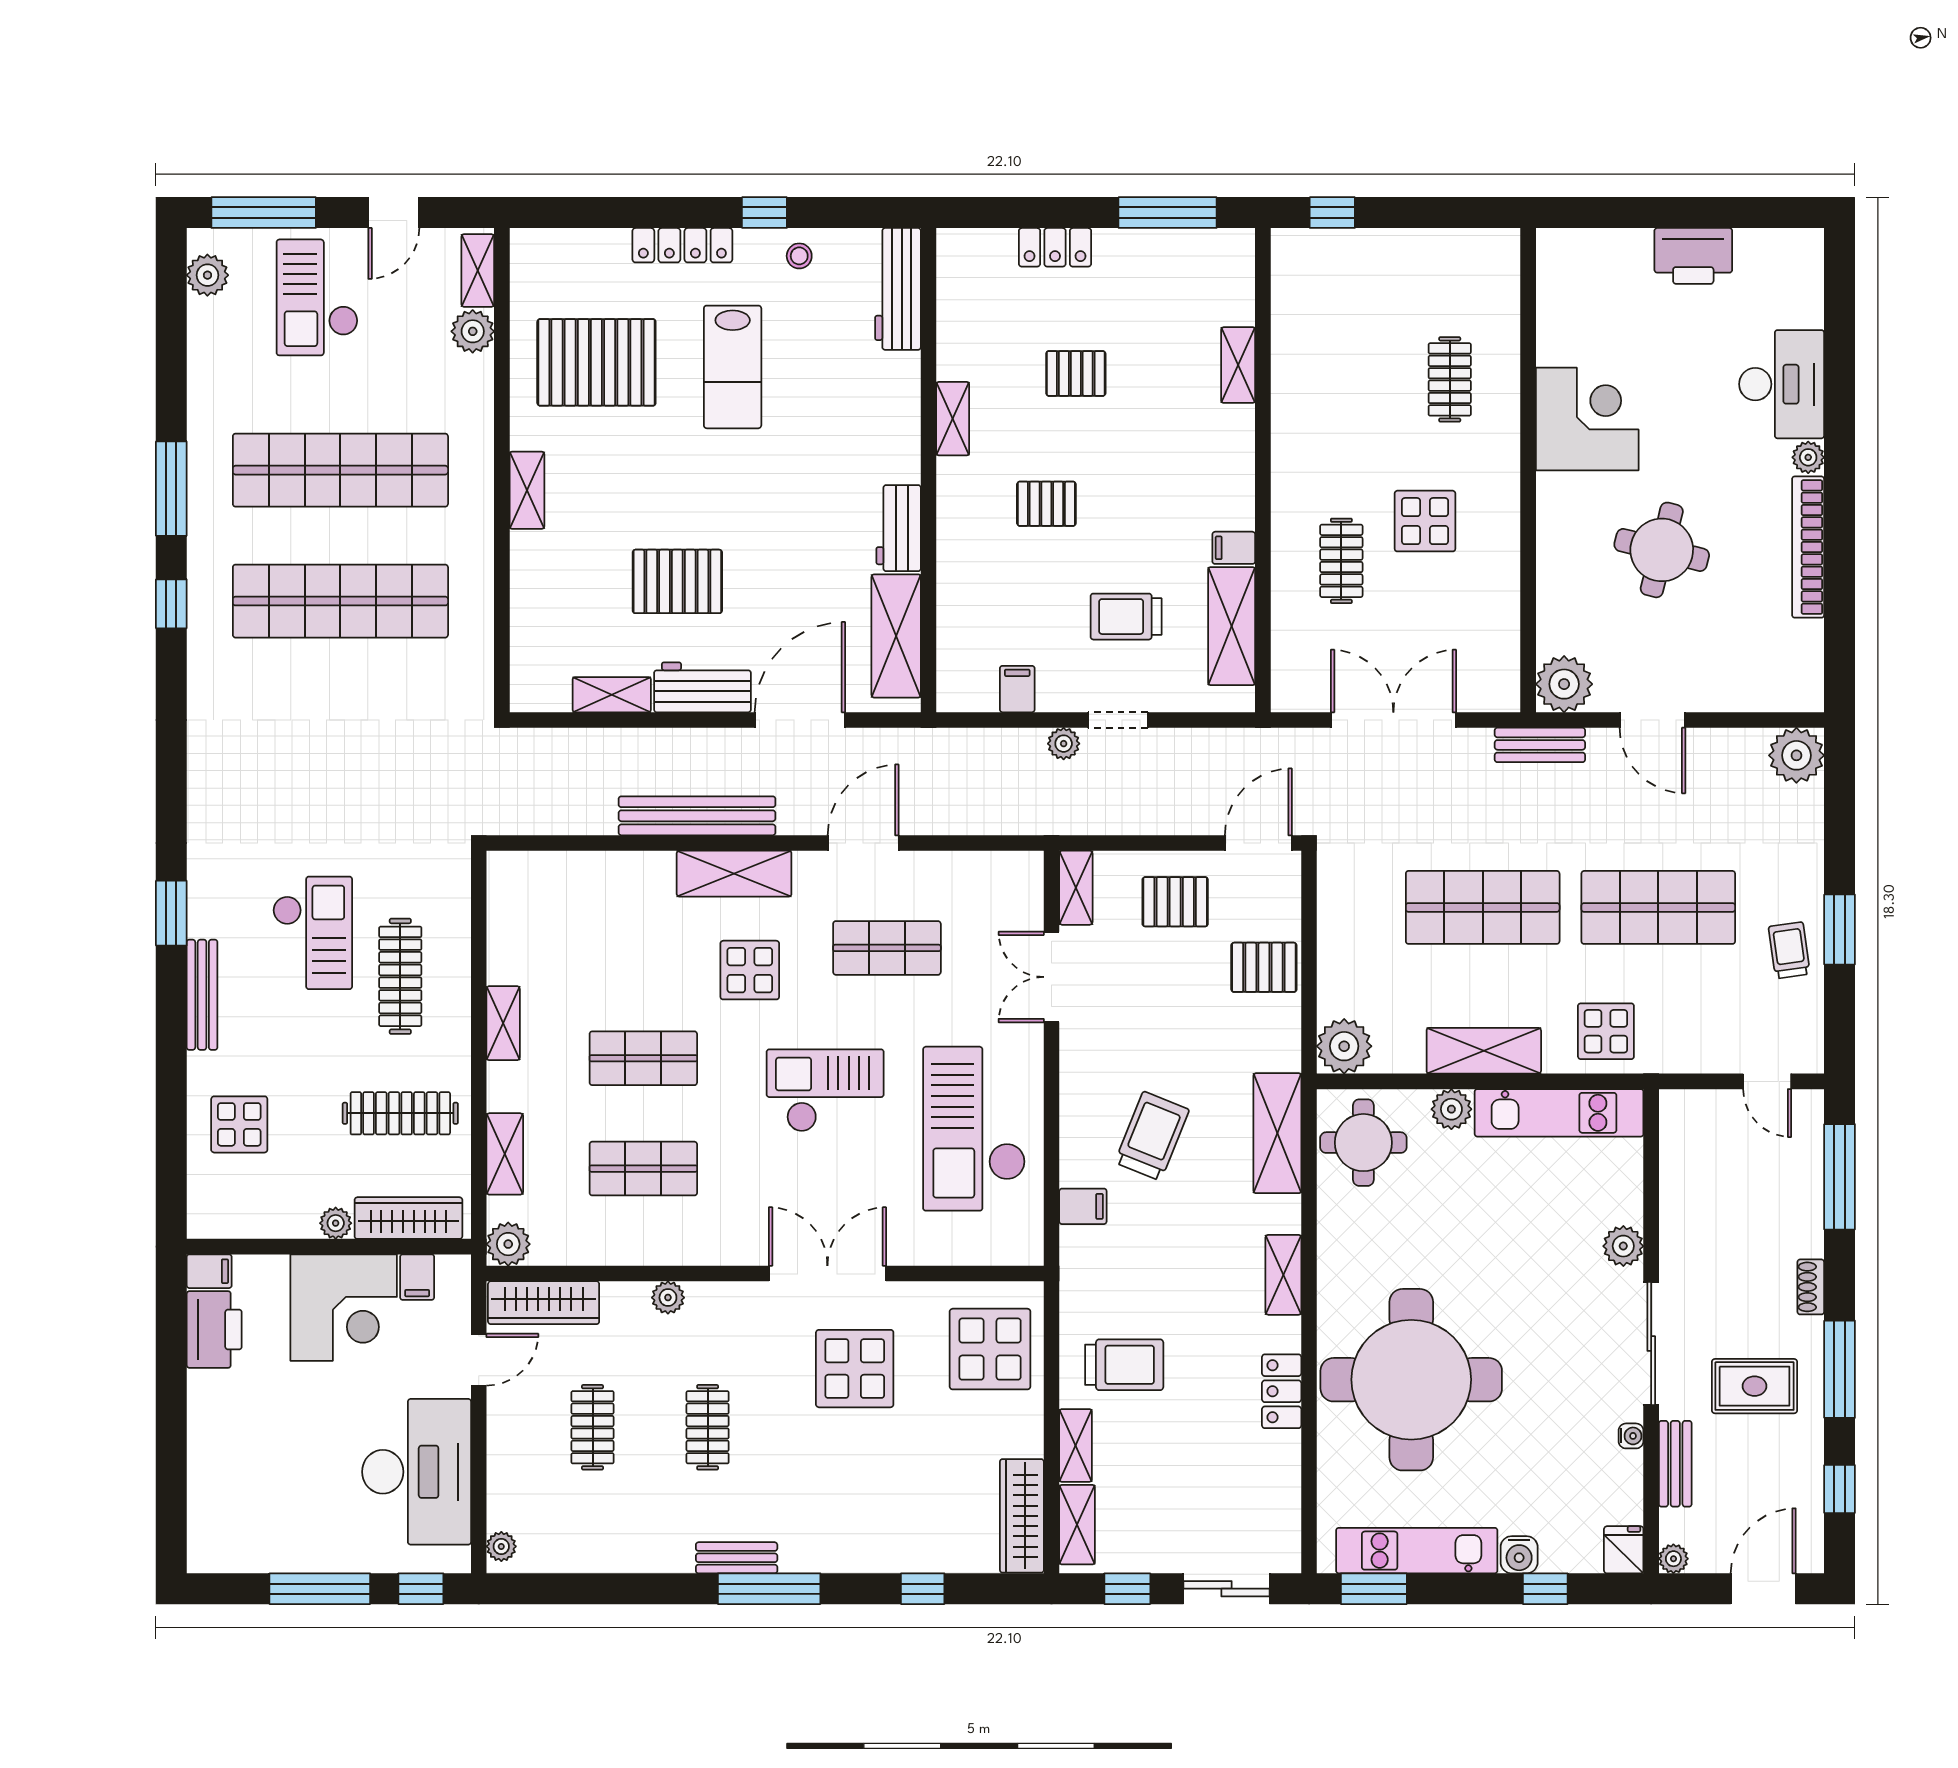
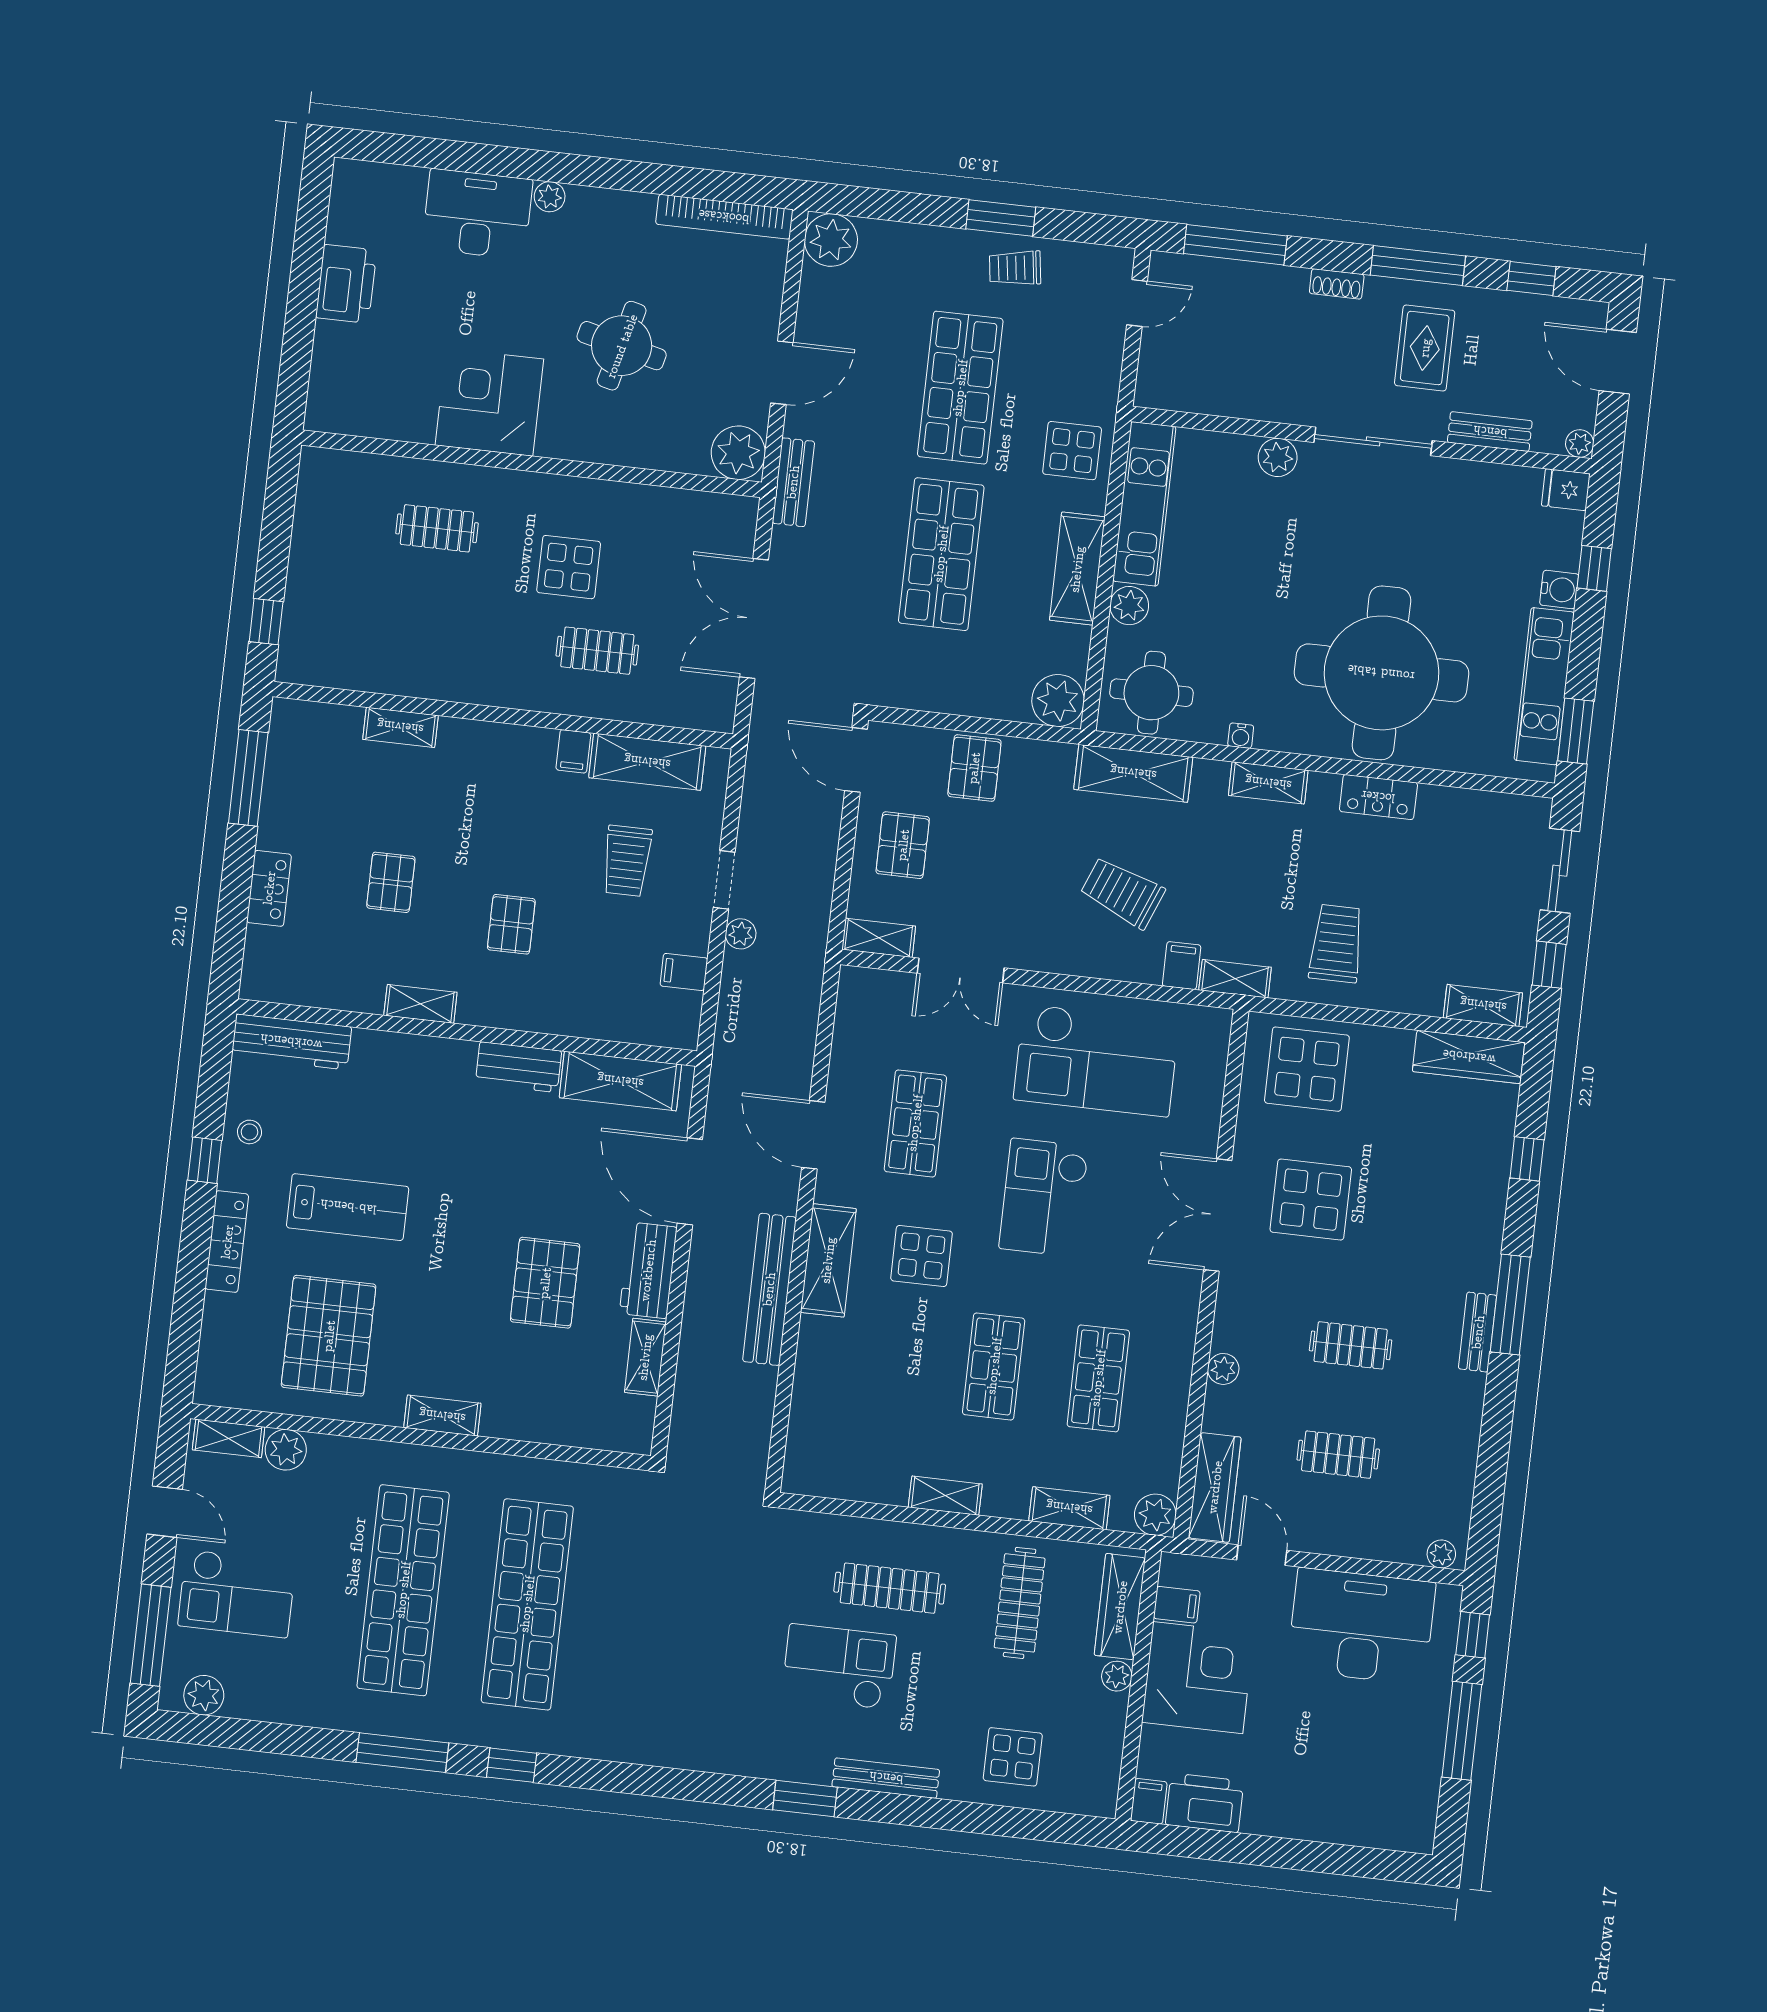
bookcase: (1808, 547) -> (724, 217), moved
water cooler: (1631, 1436) -> (1241, 736), moved, turned 180
shelving: (1076, 1445) -> (1235, 979), moved

